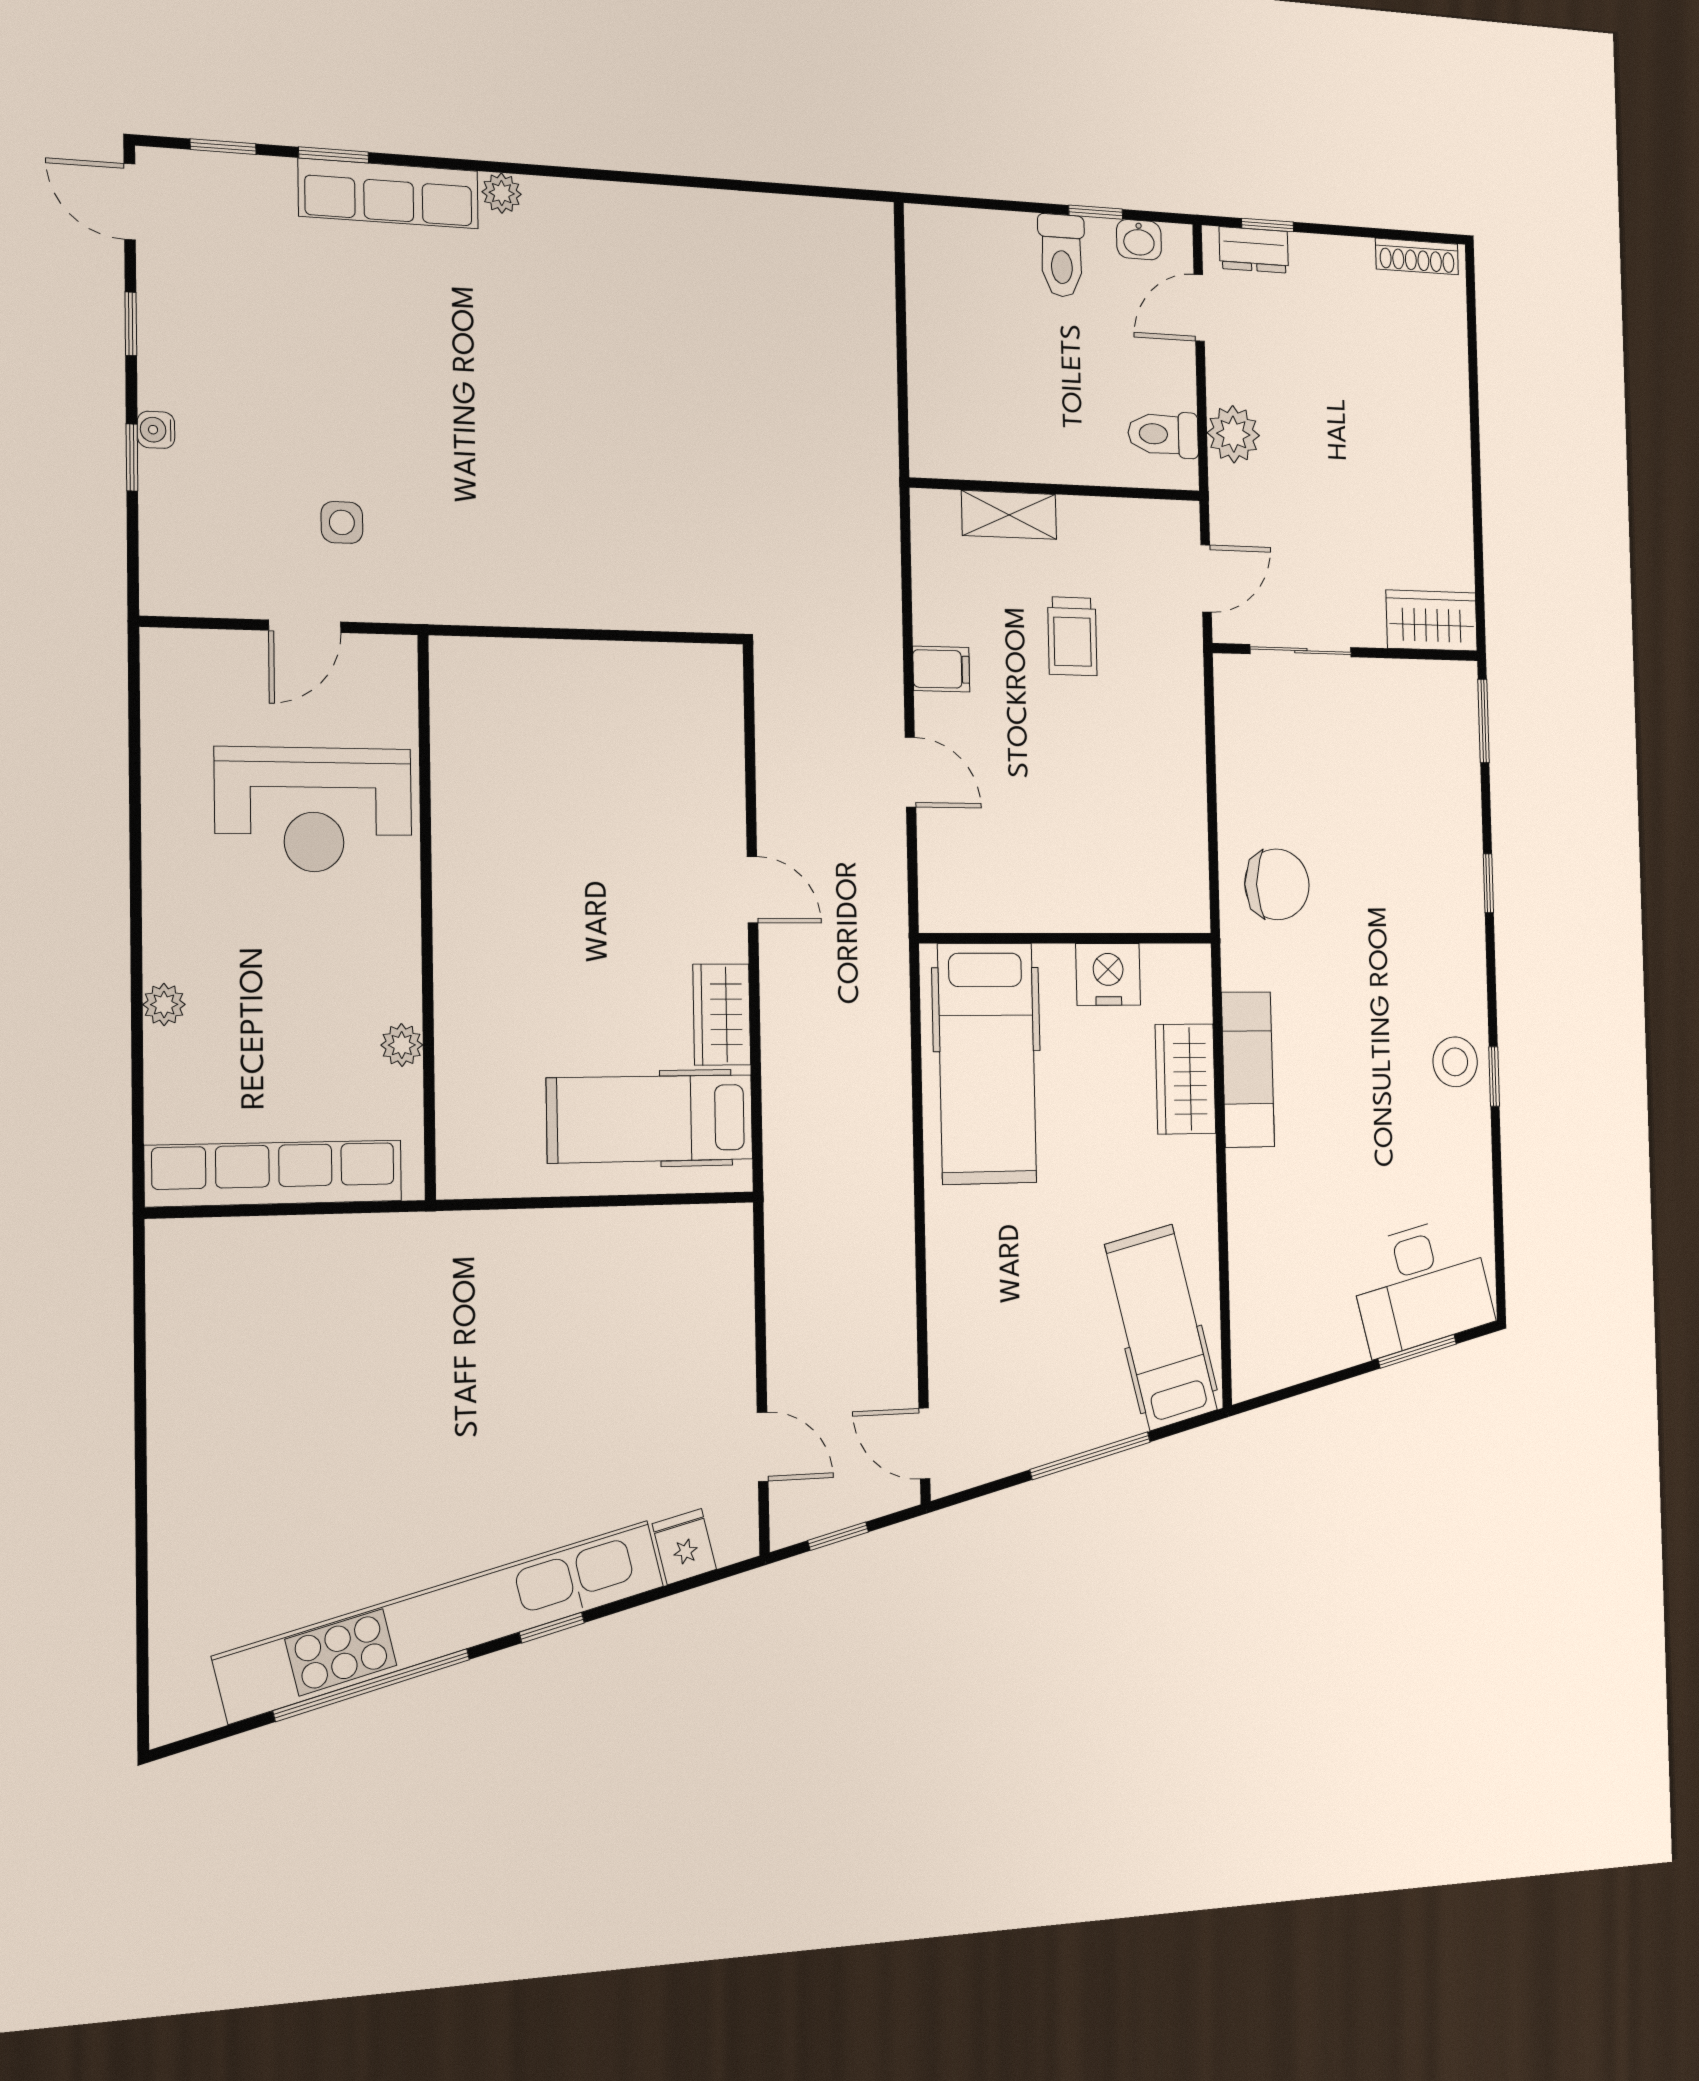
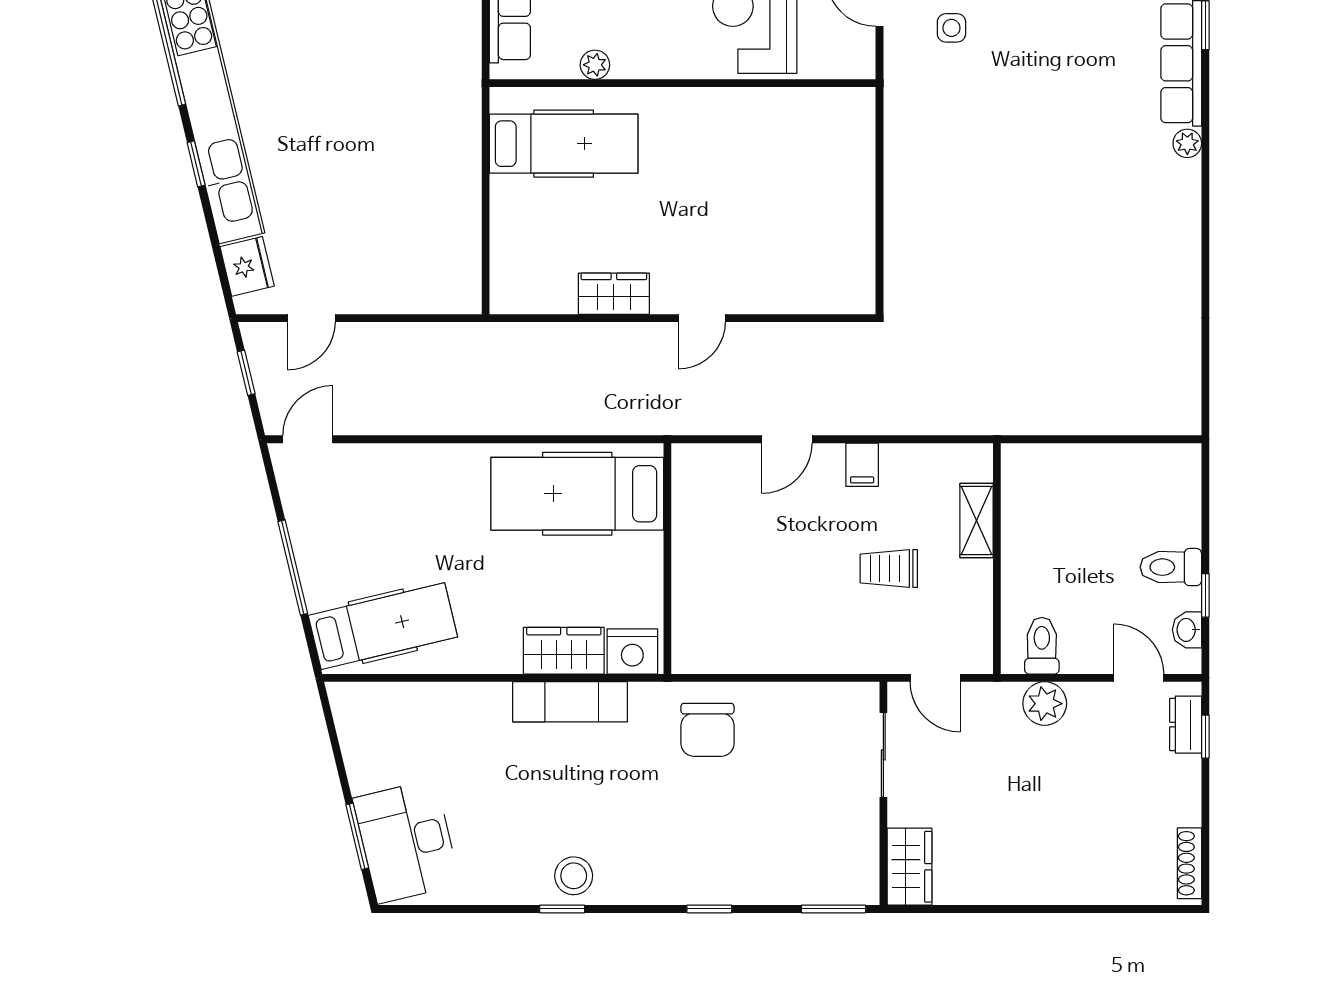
nightstand: (1108, 974) -> (632, 652), moved, turned 90
hospital bed: (650, 1119) -> (564, 144), moved, turned 90
fridge: (684, 1547) -> (247, 266), width x1.38

